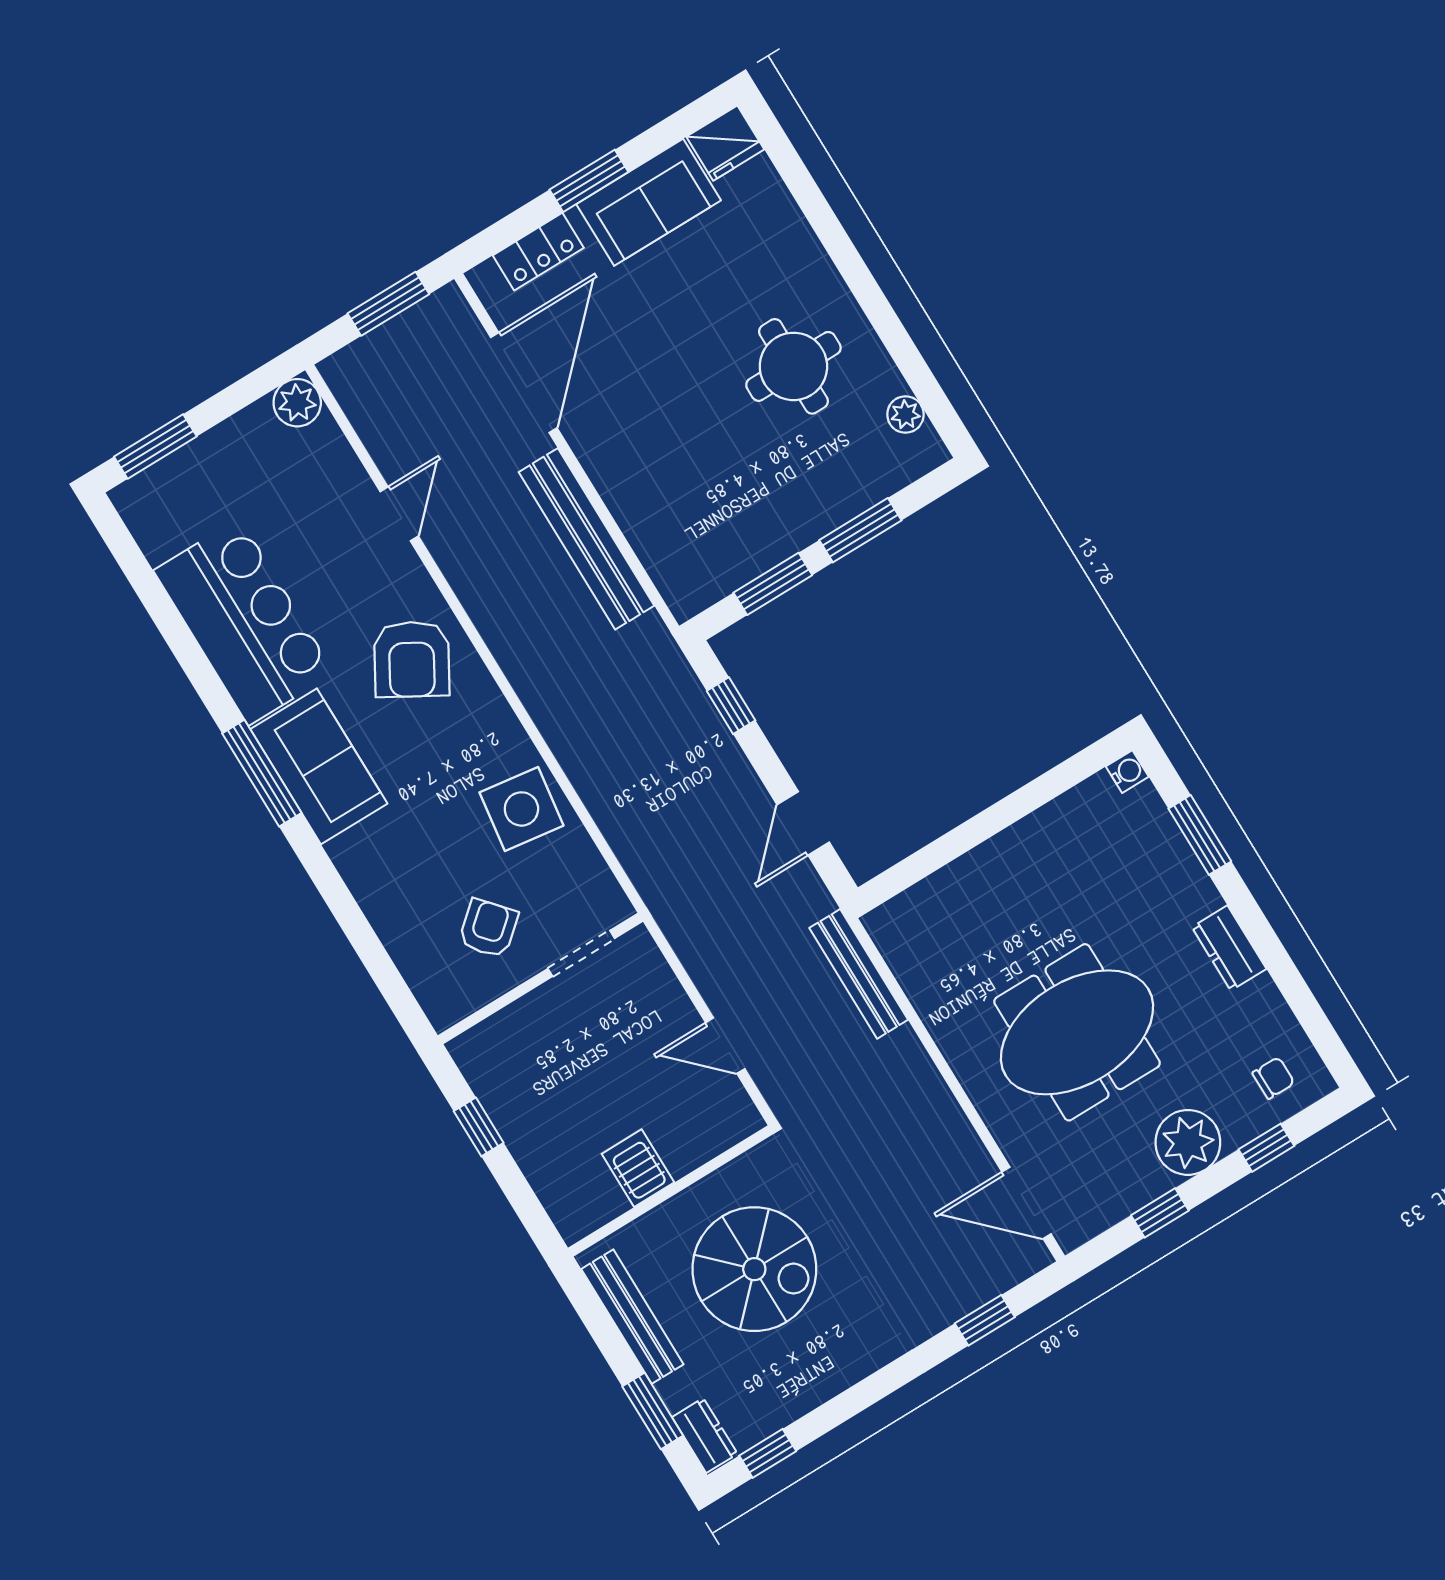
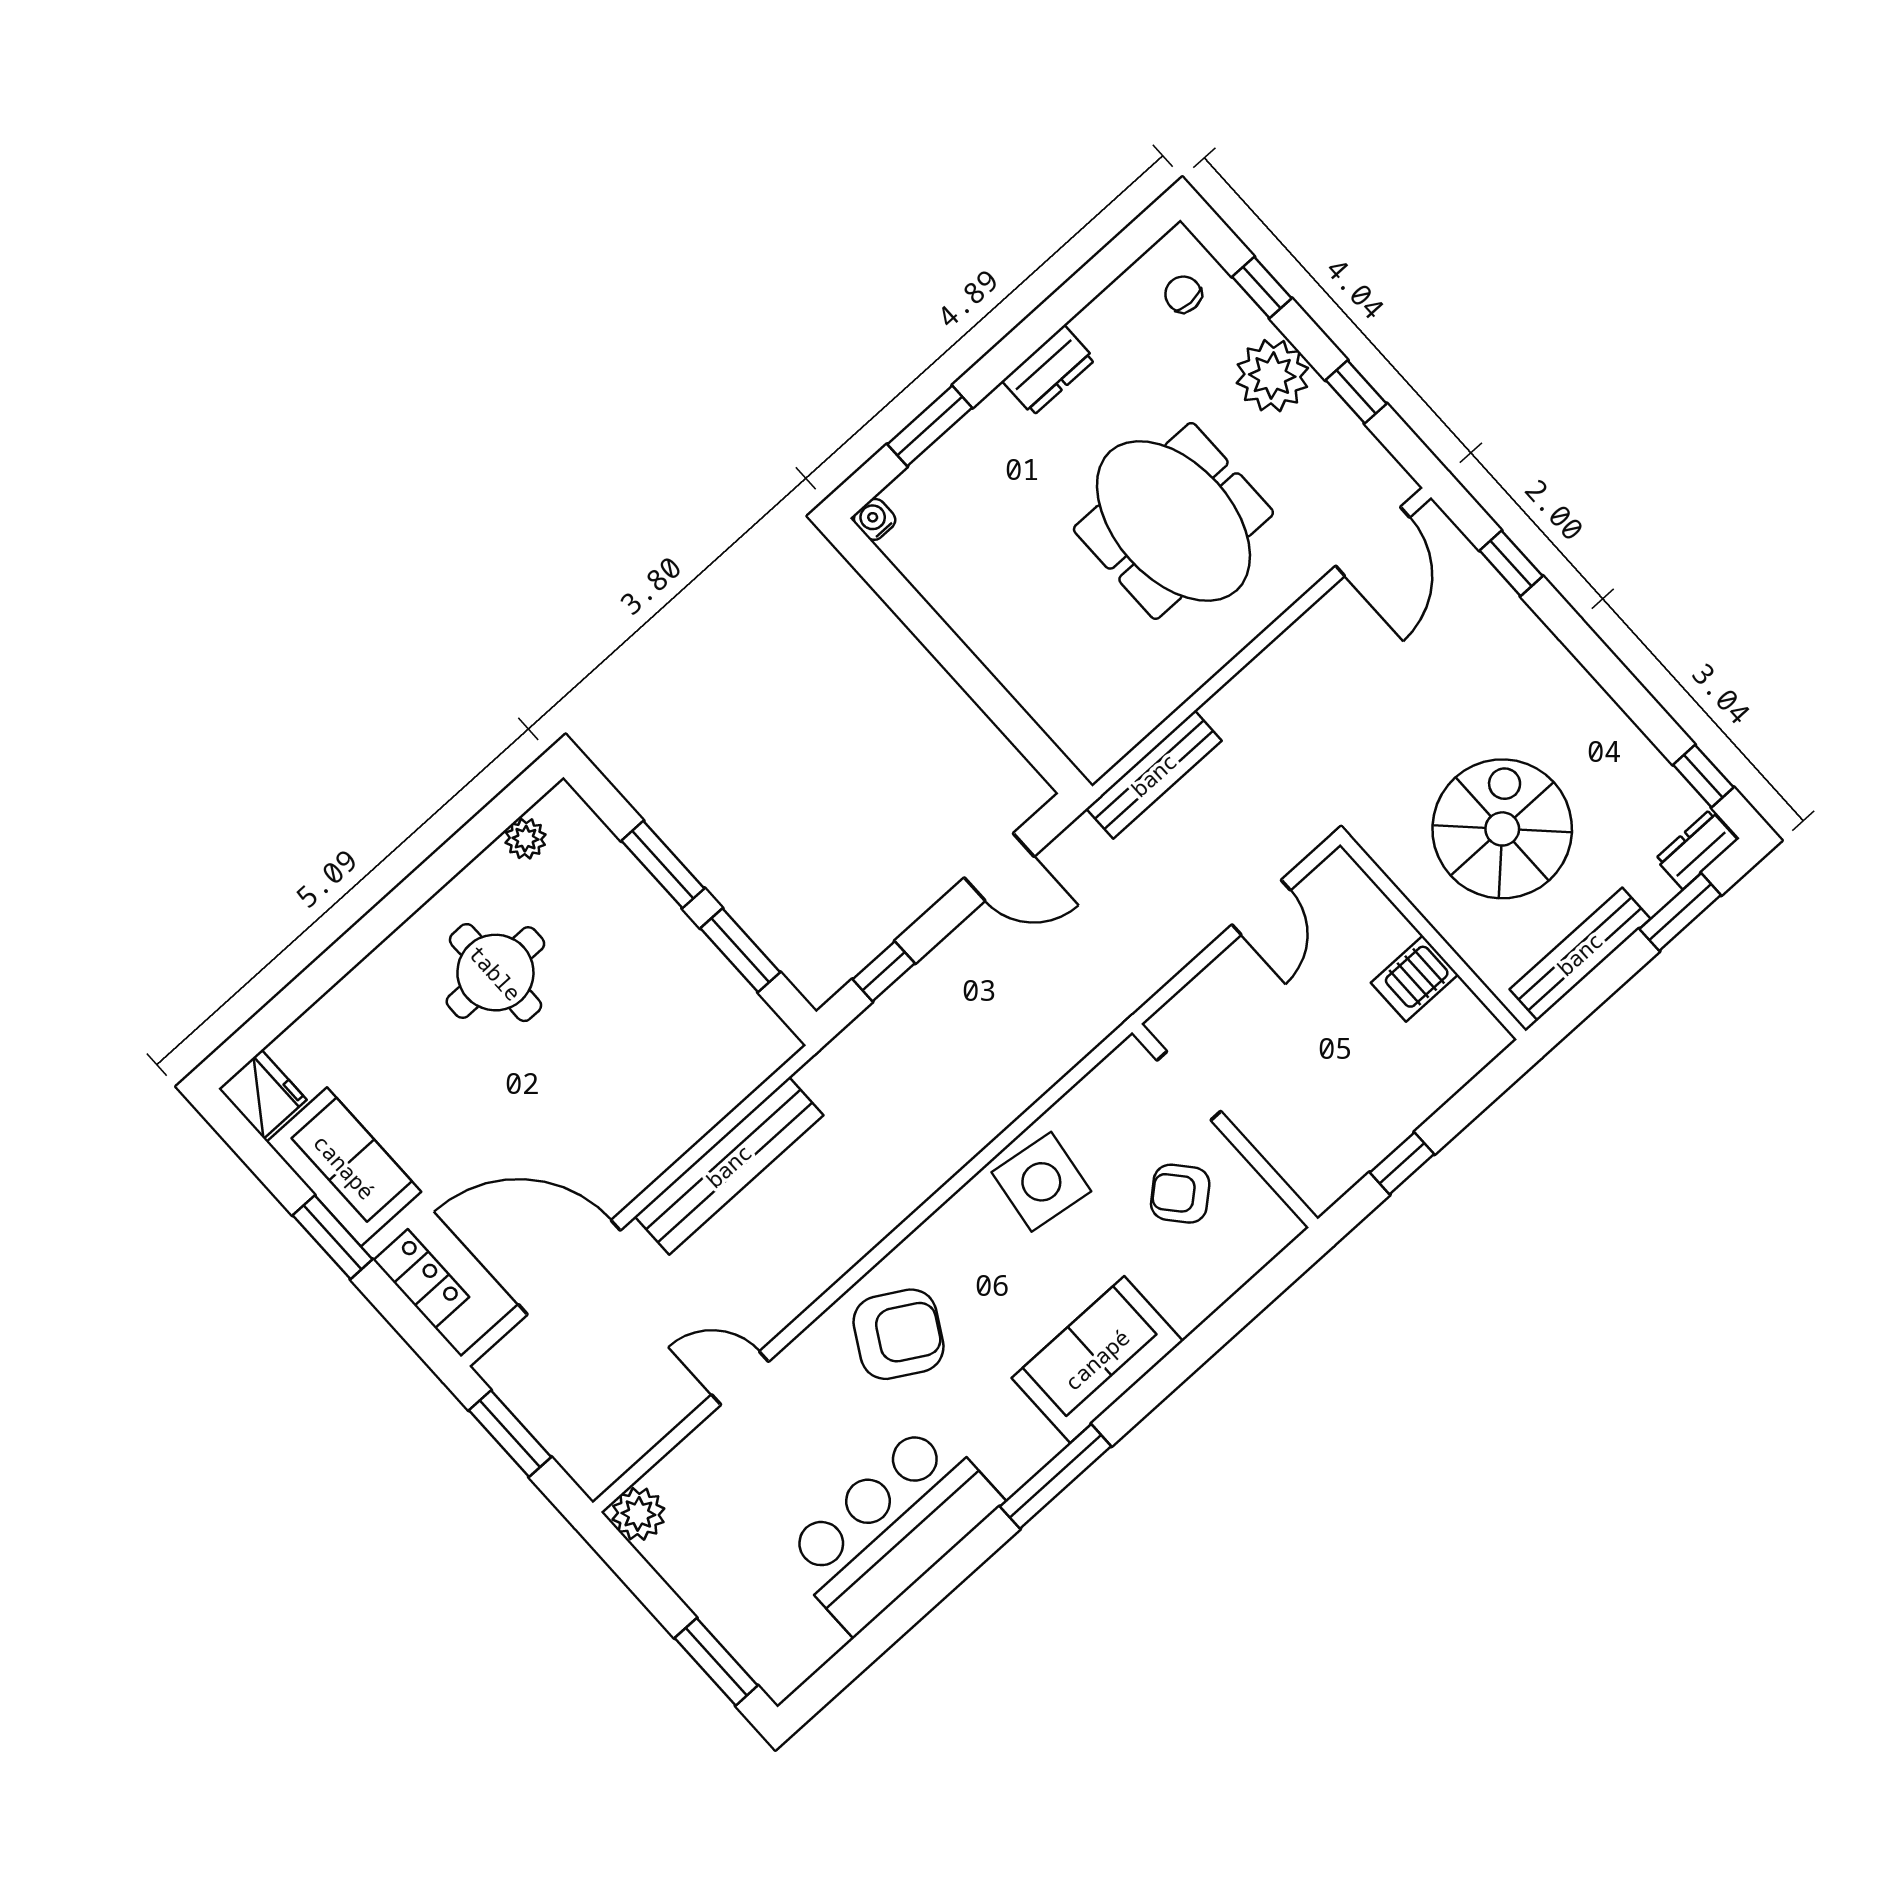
sofa: (319, 766) -> (1097, 1360), moved

